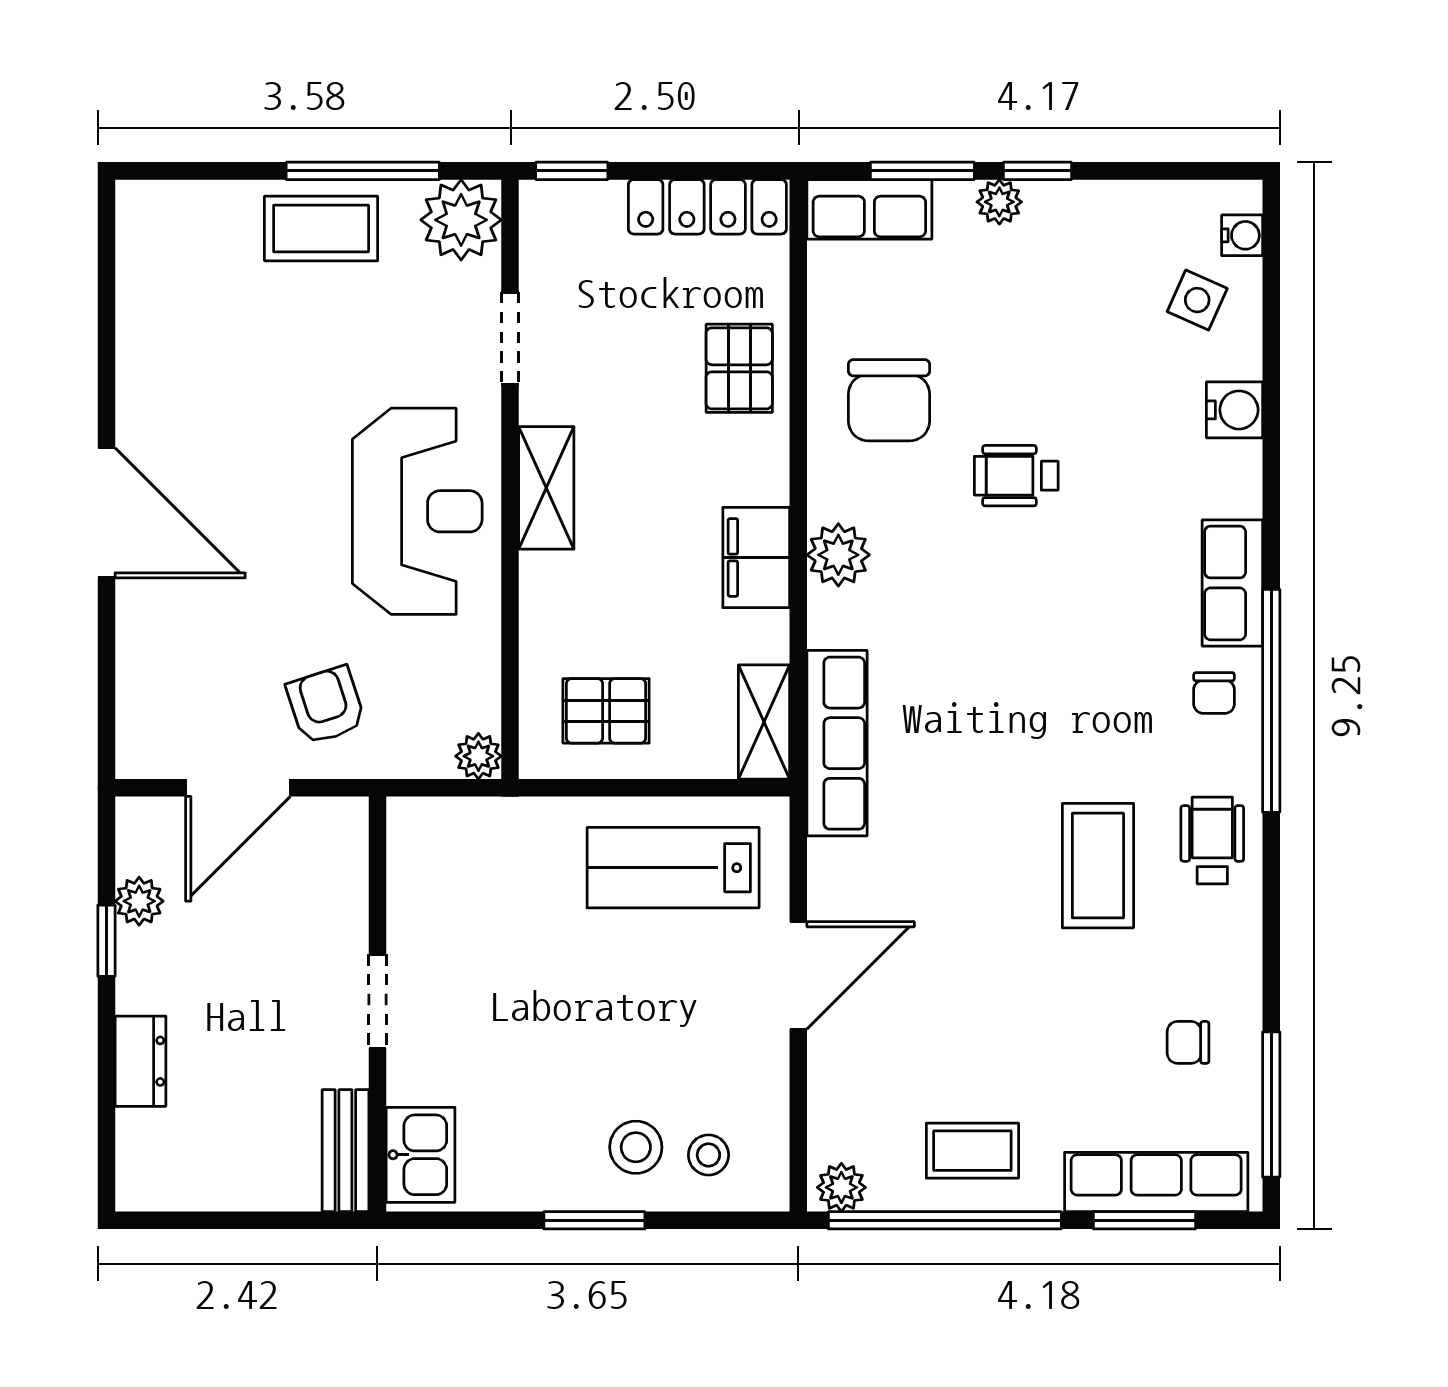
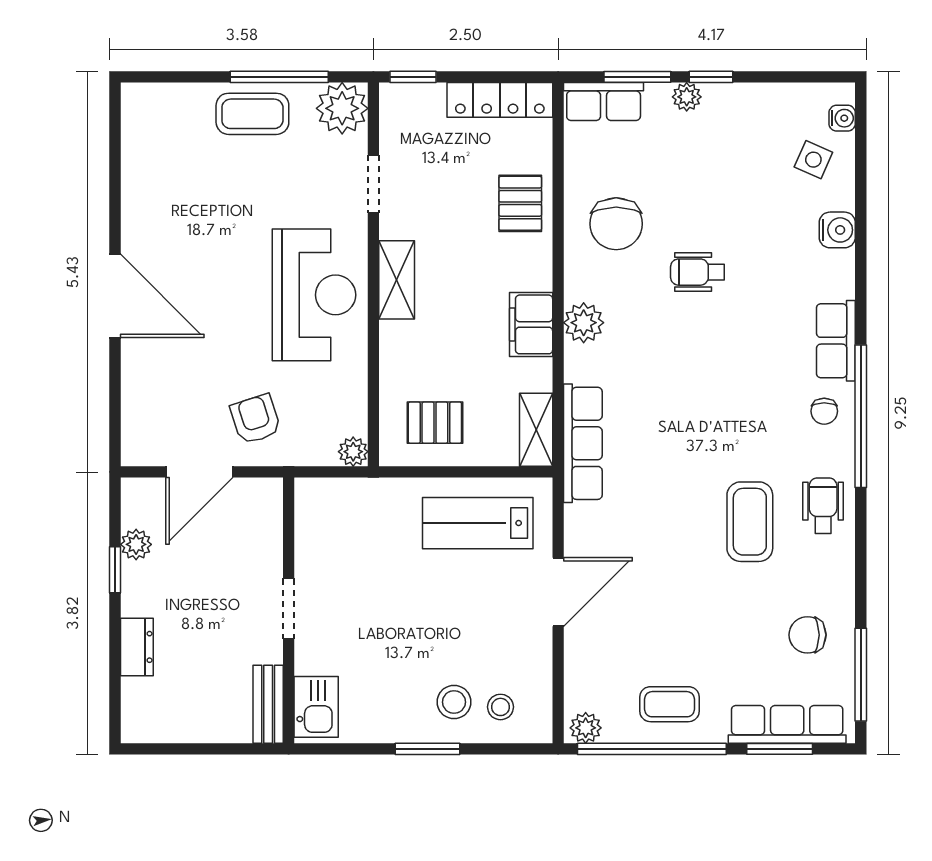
chair: (1188, 1042) -> (808, 635), width x1.37, depth x1.37

